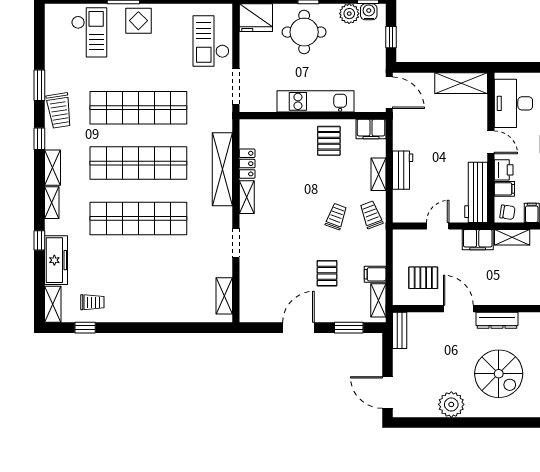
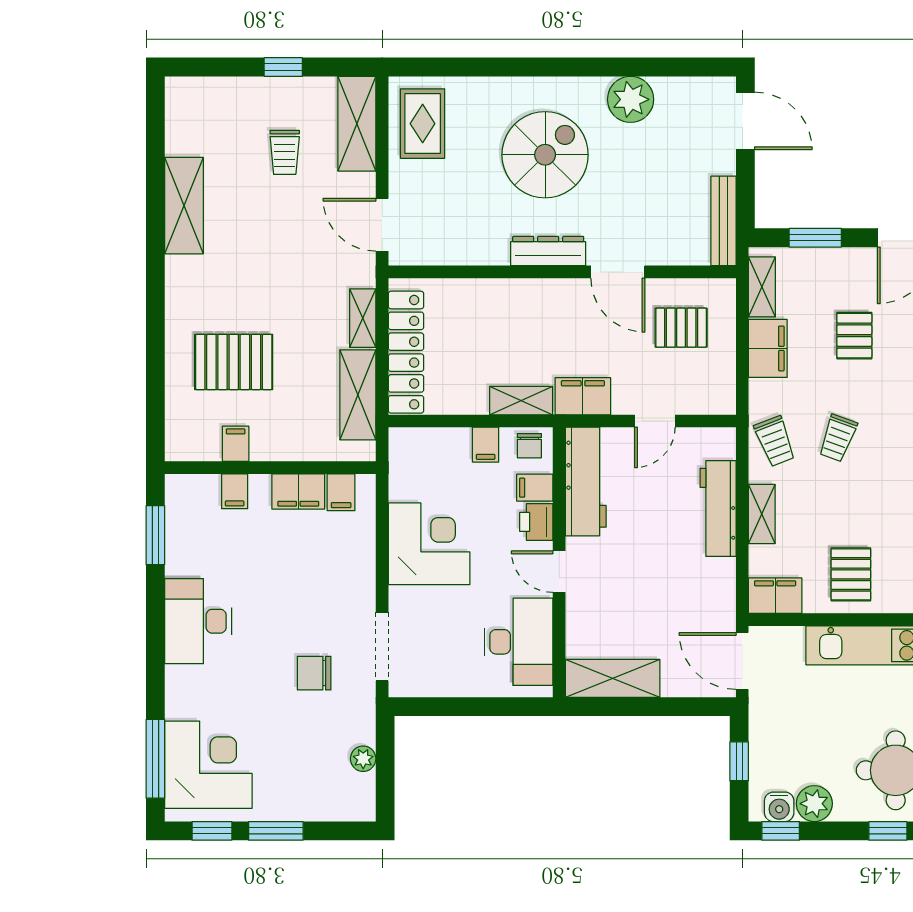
workbench: (403, 170) -> (718, 509), width x1.38
chair: (507, 212) -> (529, 446), turned -98
filing cabinet: (375, 274) -> (768, 348), width x2.00
bench: (400, 330) -> (724, 221), width x1.36
spiral stairs: (499, 374) -> (545, 155), turned 90

